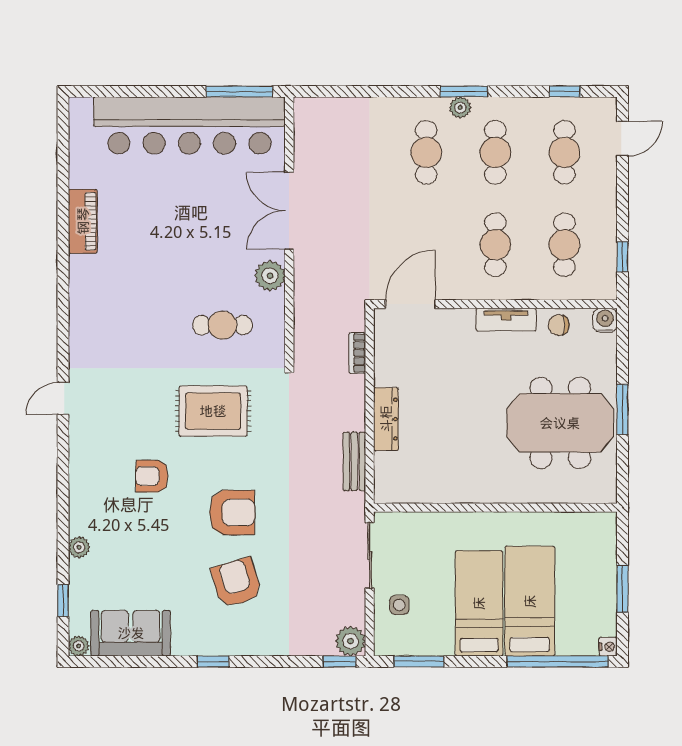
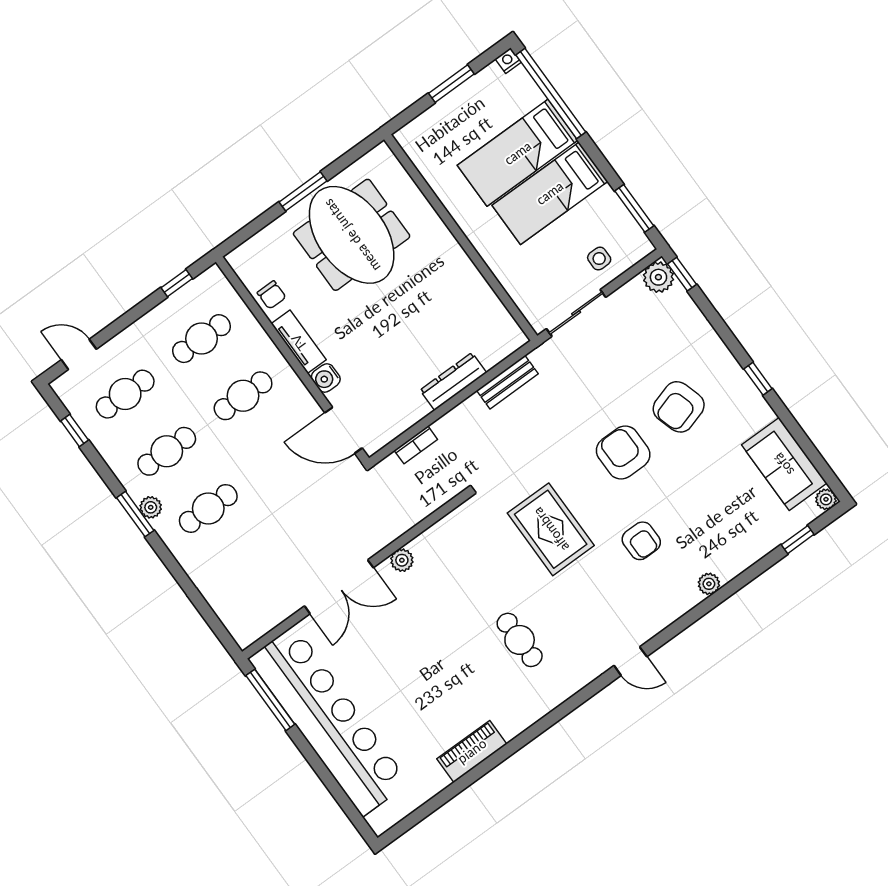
plant: (270, 276) -> (402, 560), width x0.73, depth x0.73
water cooler: (605, 320) -> (326, 378), moved
cafe table: (222, 325) -> (520, 640), moved
plant: (79, 547) -> (709, 584), moved

